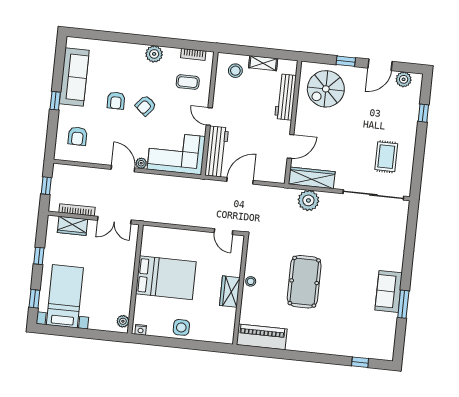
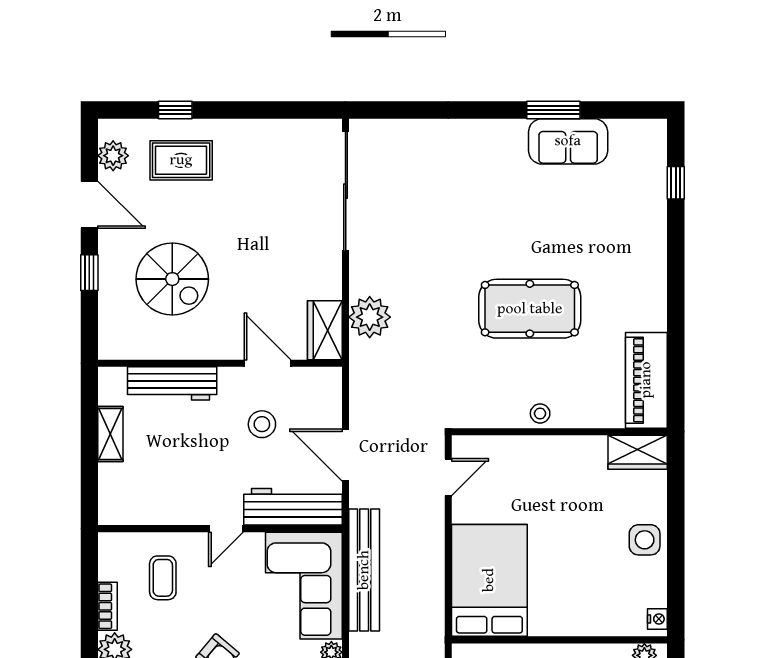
bookcase: (193, 54) -> (108, 606), moved
stool: (235, 71) -> (262, 424), moved
spiral stairs: (326, 89) -> (172, 279), moved
rug: (386, 157) -> (181, 160), moved
wardrobe: (312, 178) -> (325, 330), width x0.67
bench: (181, 184) -> (364, 570), added
bed: (166, 278) -> (489, 580), moved
sofa: (389, 291) -> (568, 141), moved
wardrobe: (230, 292) -> (638, 452), moved

